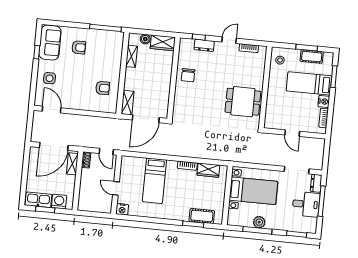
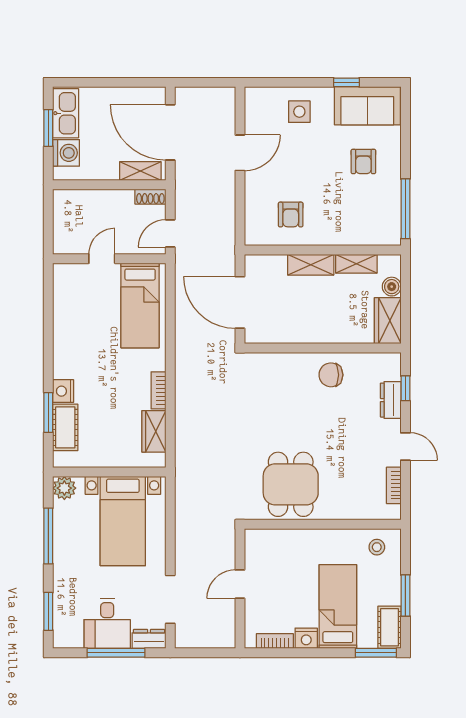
cot: (312, 57) -> (390, 627), moved
window: (334, 77) -> (376, 653), moved
shelving: (128, 103) -> (311, 265), moved
door: (52, 110) -> (240, 153), moved
bed: (154, 181) -> (140, 305), moved, turned -90
nightstand: (122, 209) -> (63, 391), moved
plant: (259, 222) -> (64, 488), moved

